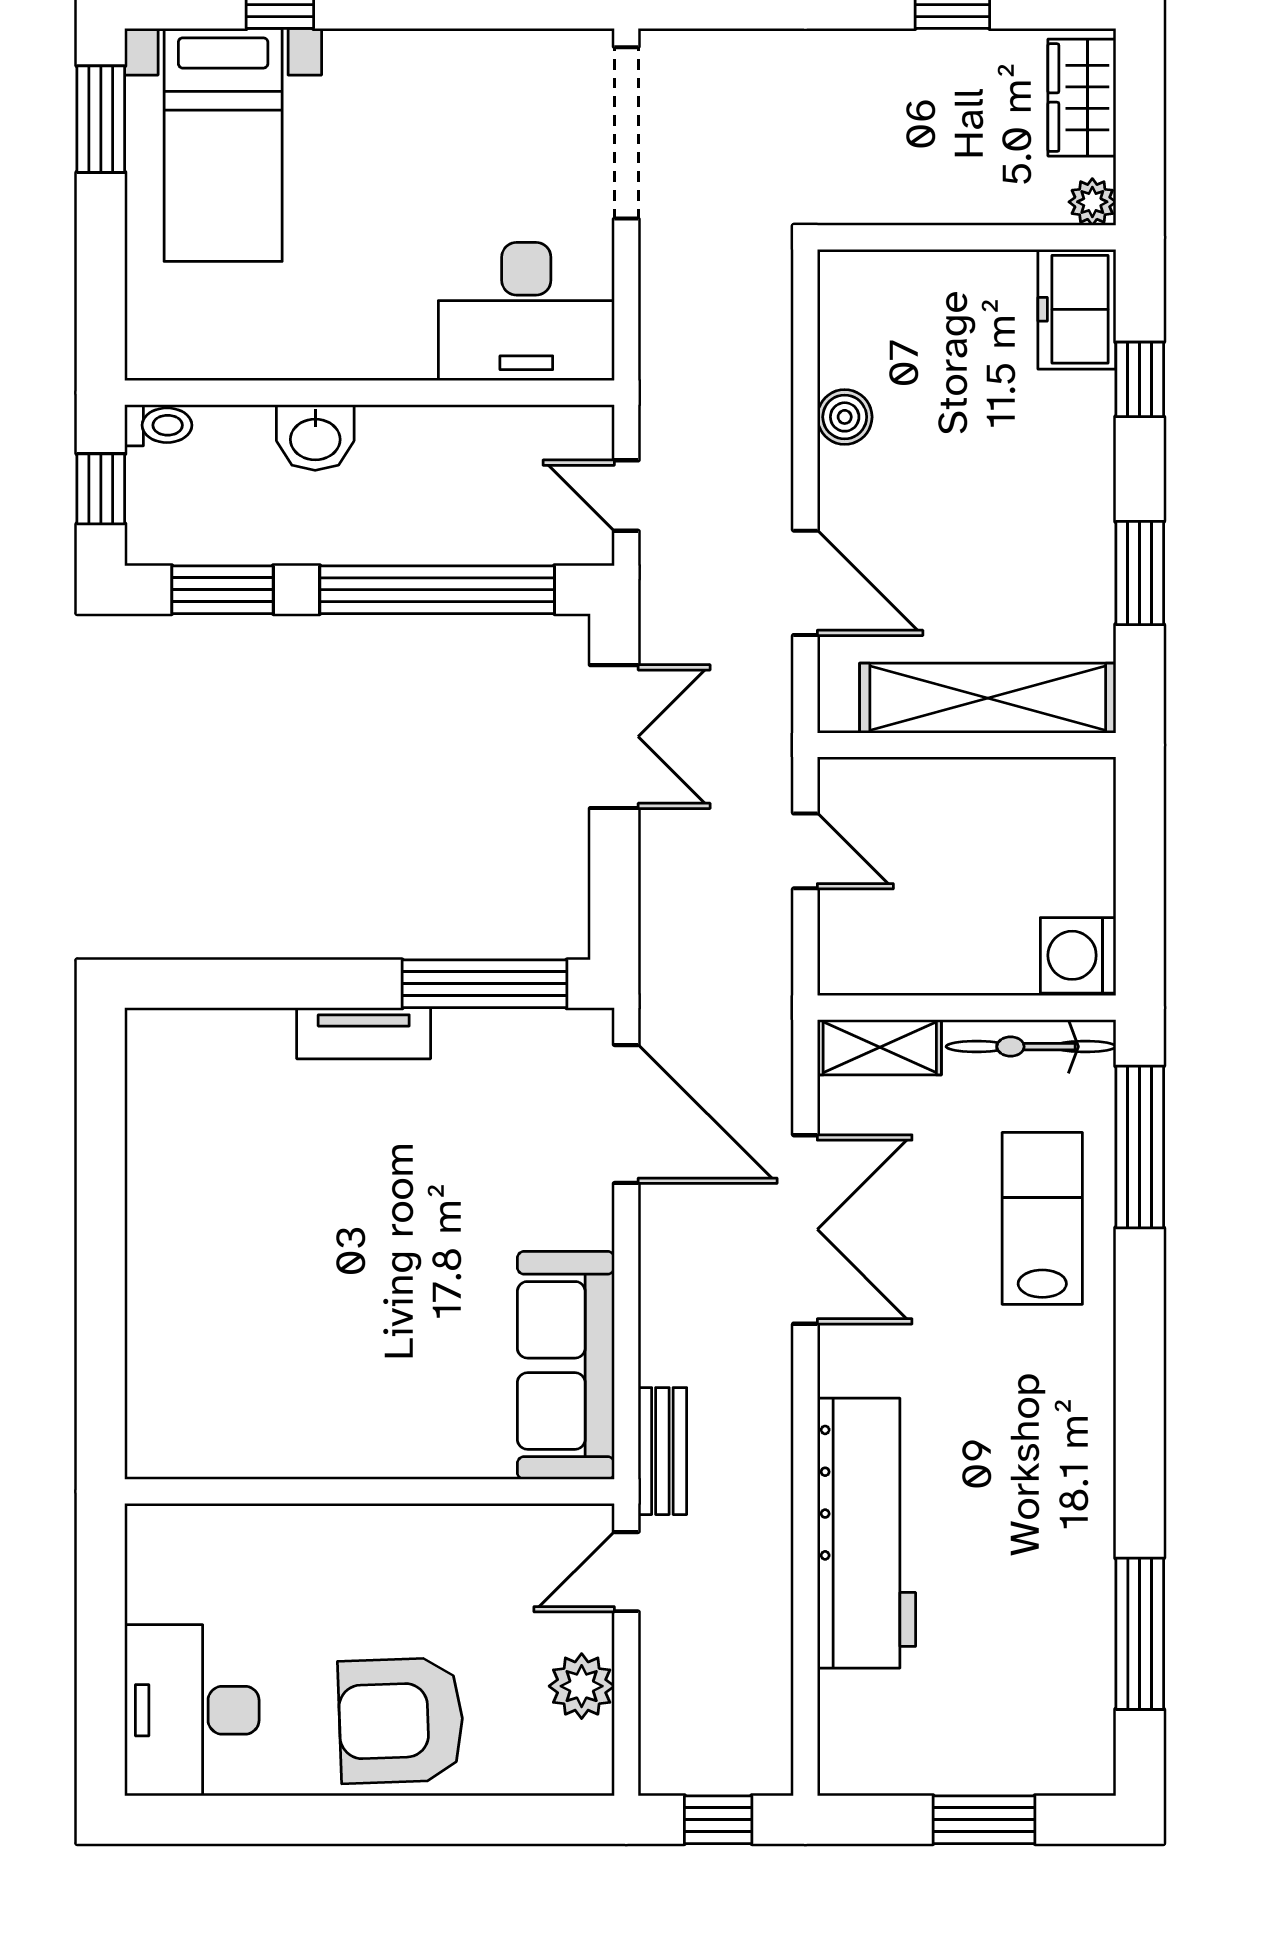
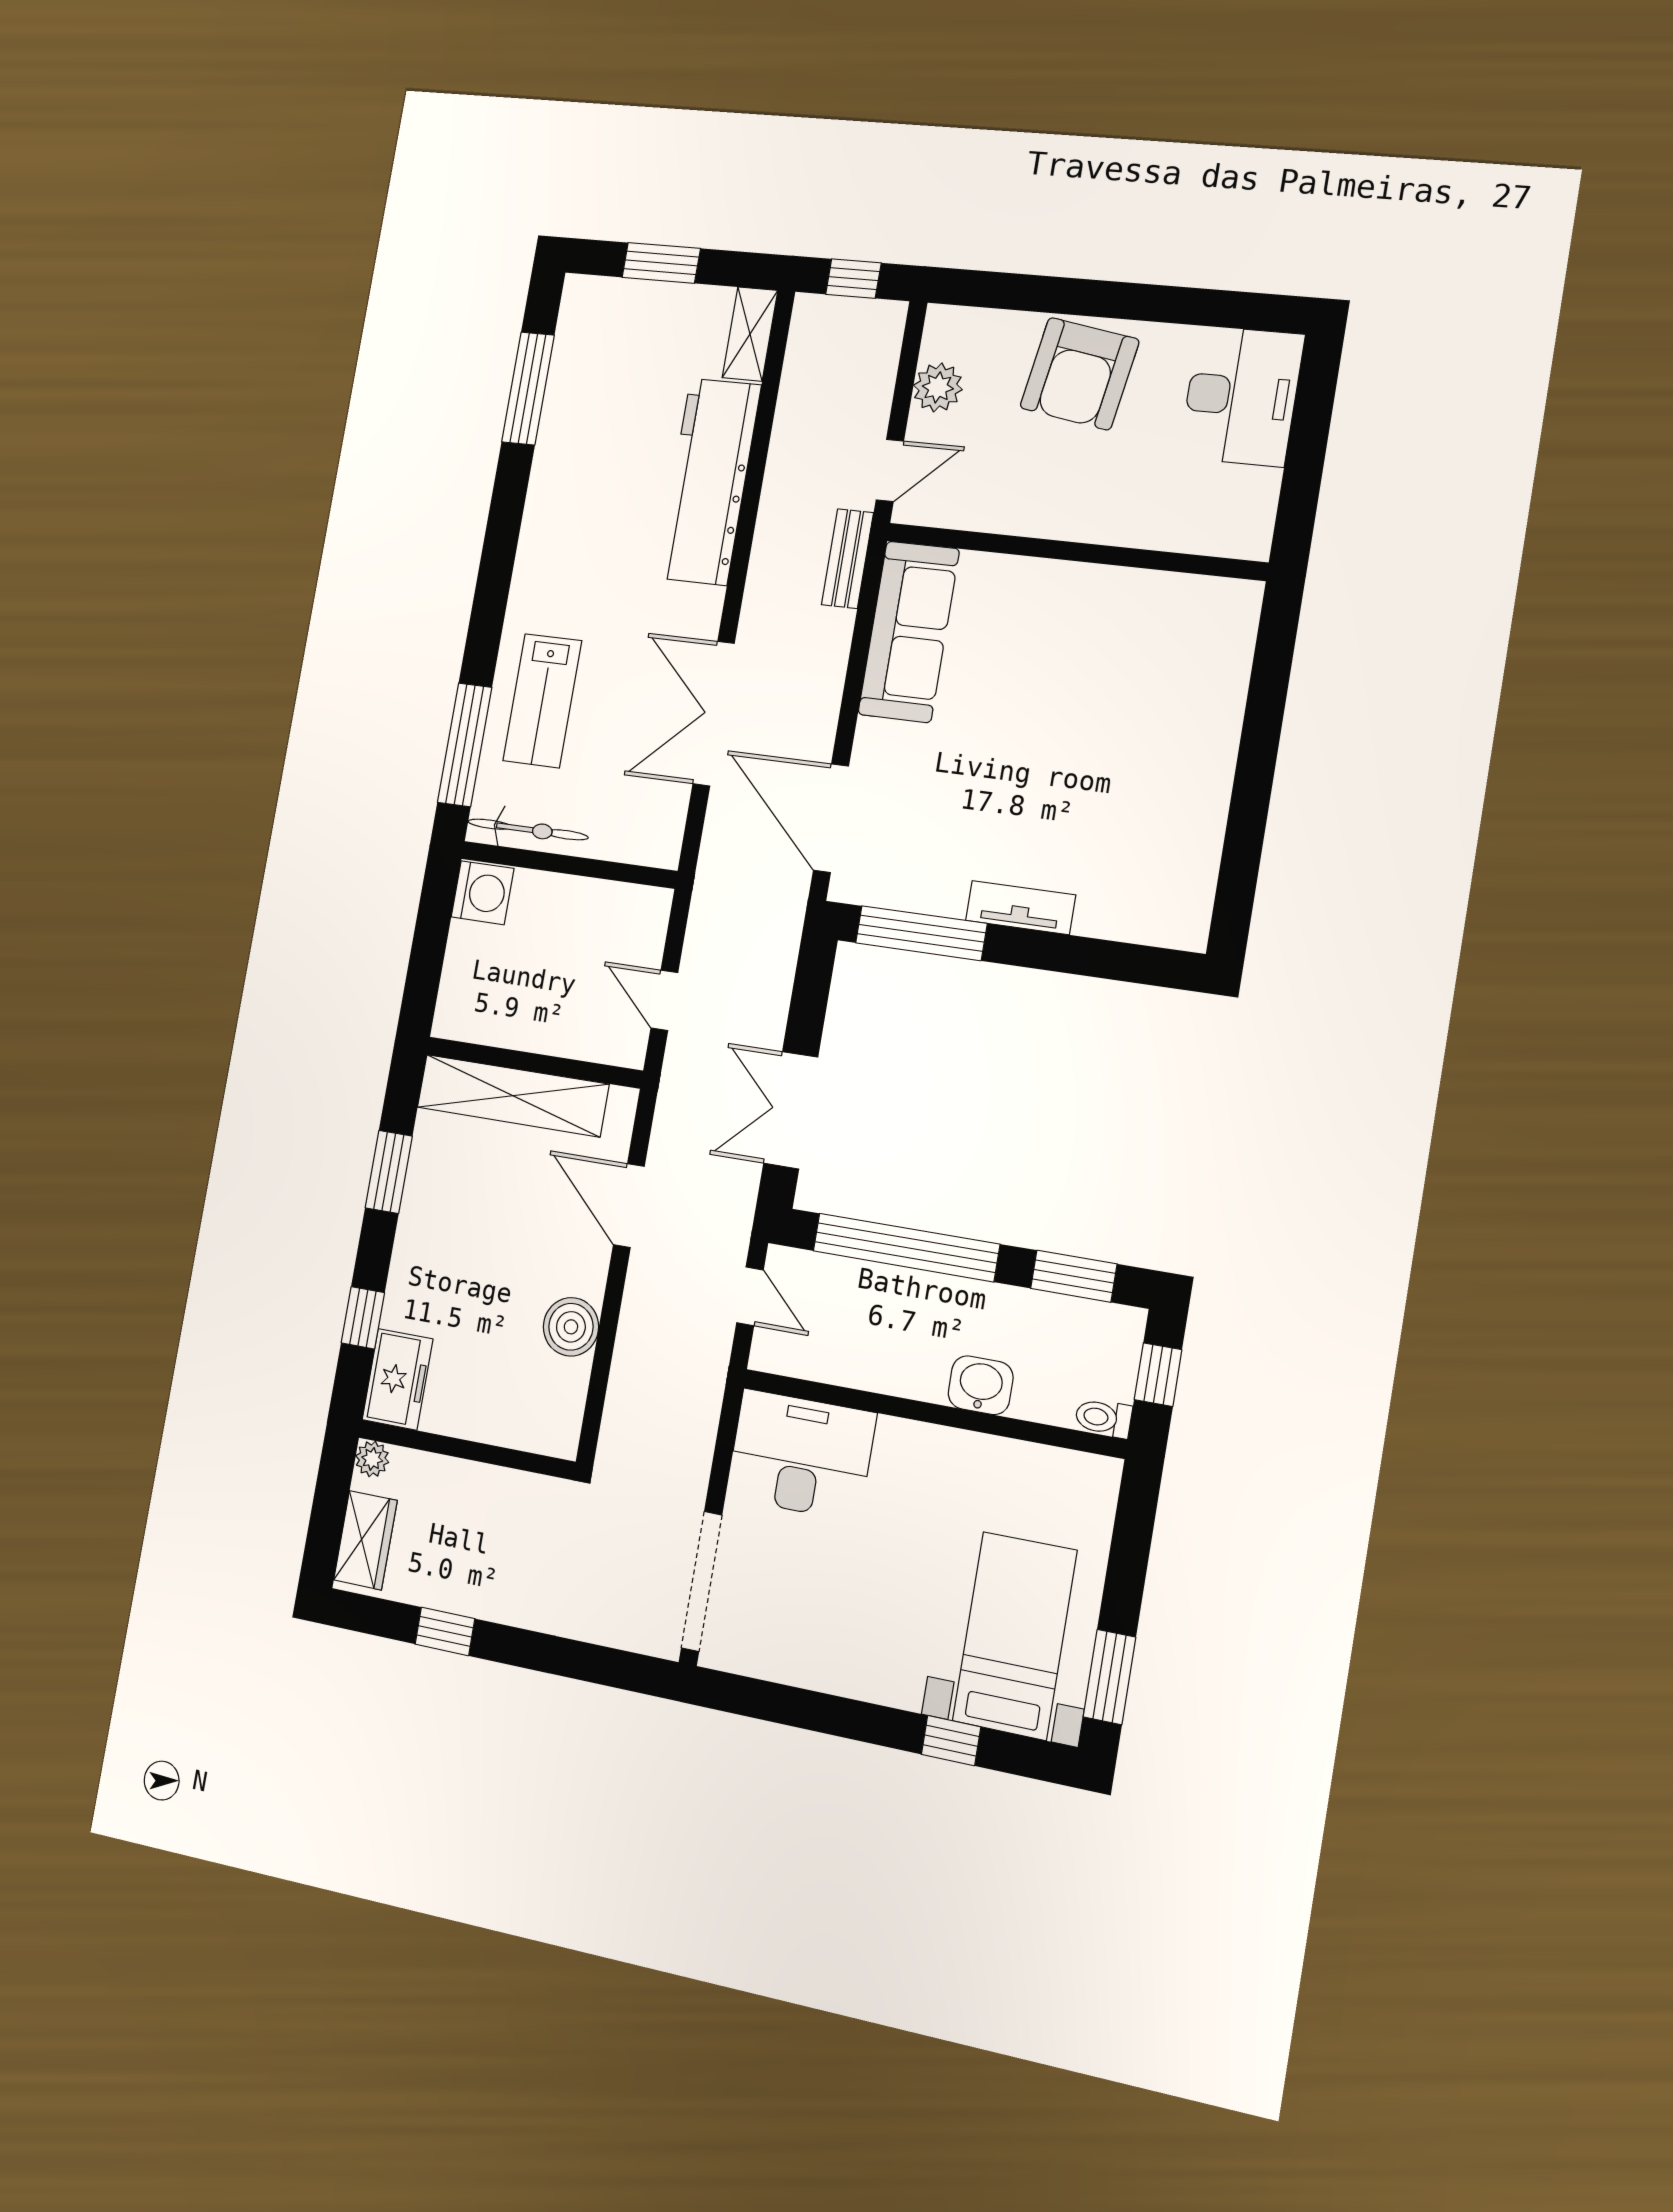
boiler: (845, 417) -> (571, 1327), width x1.36, depth x1.36
shelving: (880, 1047) -> (750, 334), moved, turned 90
armchair: (401, 1720) -> (1079, 374), turned 101

